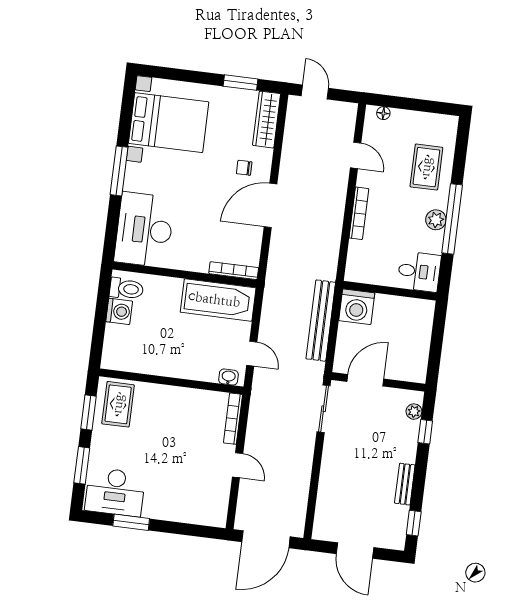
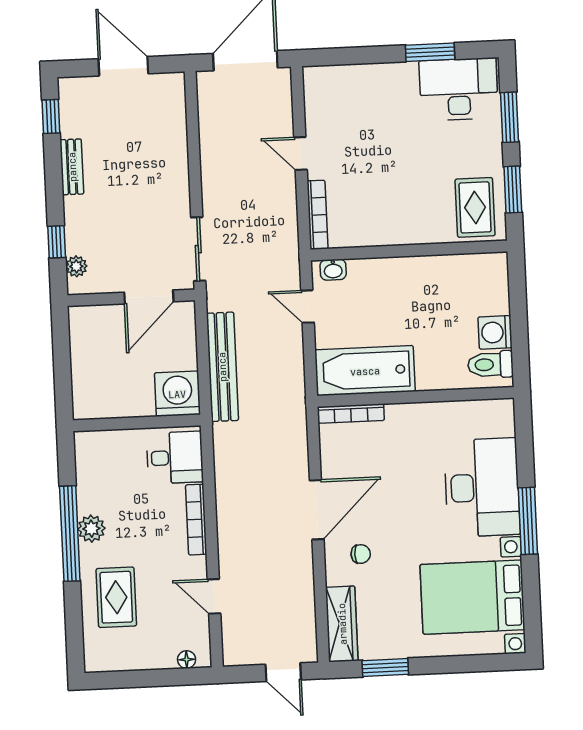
desk: (144, 230) -> (482, 487), moved
desk: (419, 272) -> (175, 458), moved, turned 180

